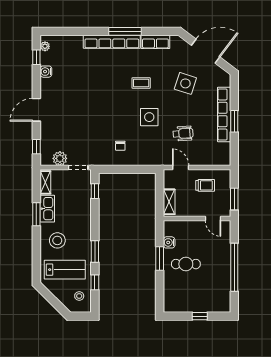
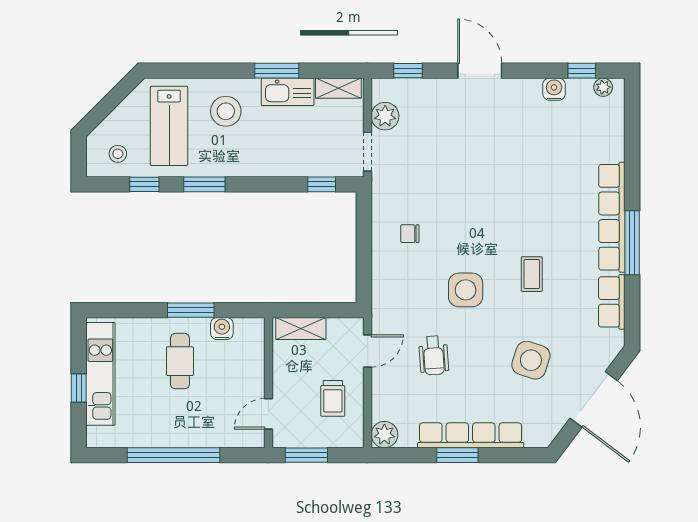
plant: (224, 159) -> (384, 435), added
kitchen unit: (192, 305) -> (100, 374), added

